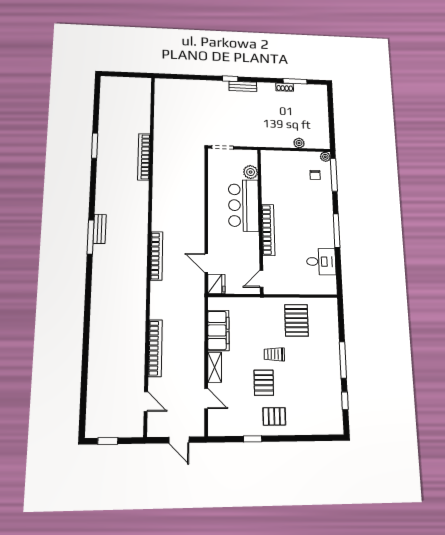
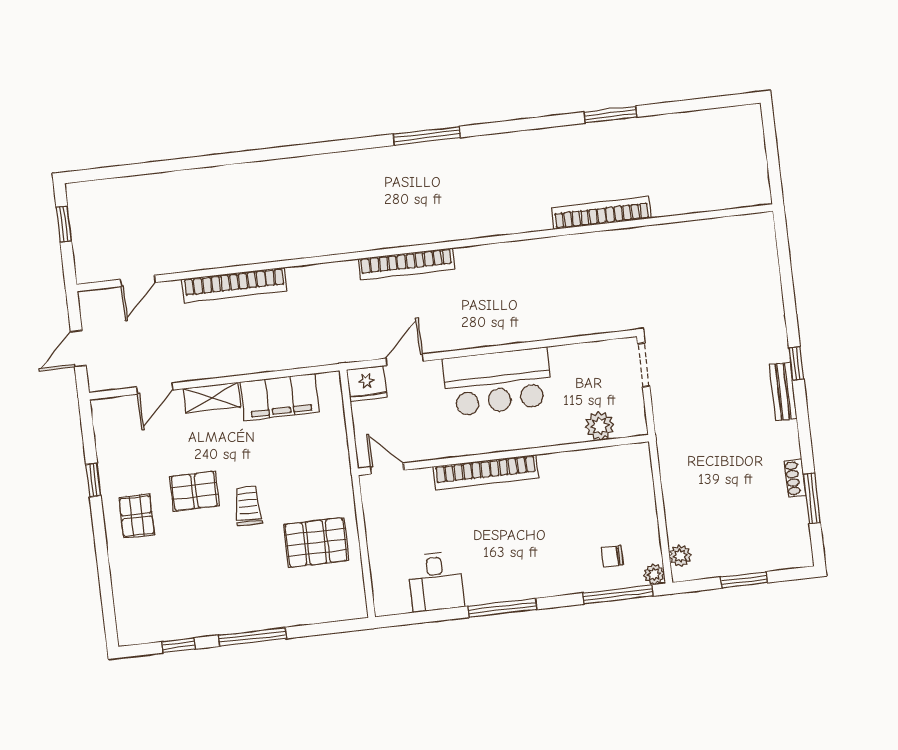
window: (331, 117) -> (744, 580), added
plant: (299, 143) -> (680, 556), moved
bar counter: (244, 205) -> (498, 382), moved, turned 180
bench: (100, 229) -> (445, 150), removed

